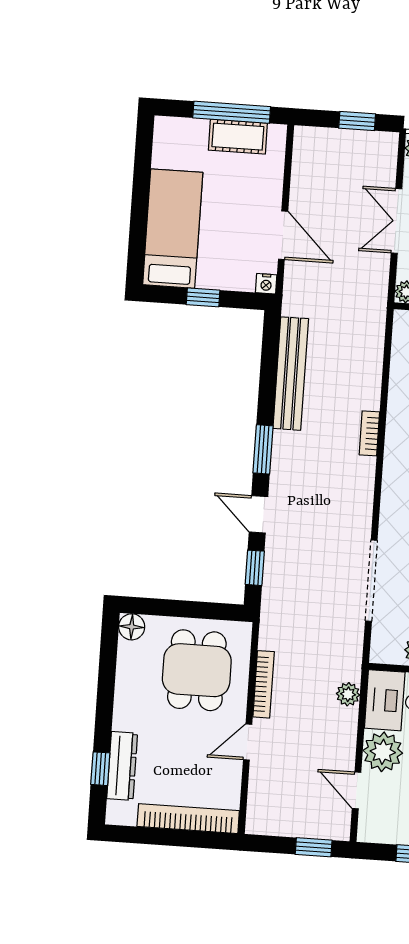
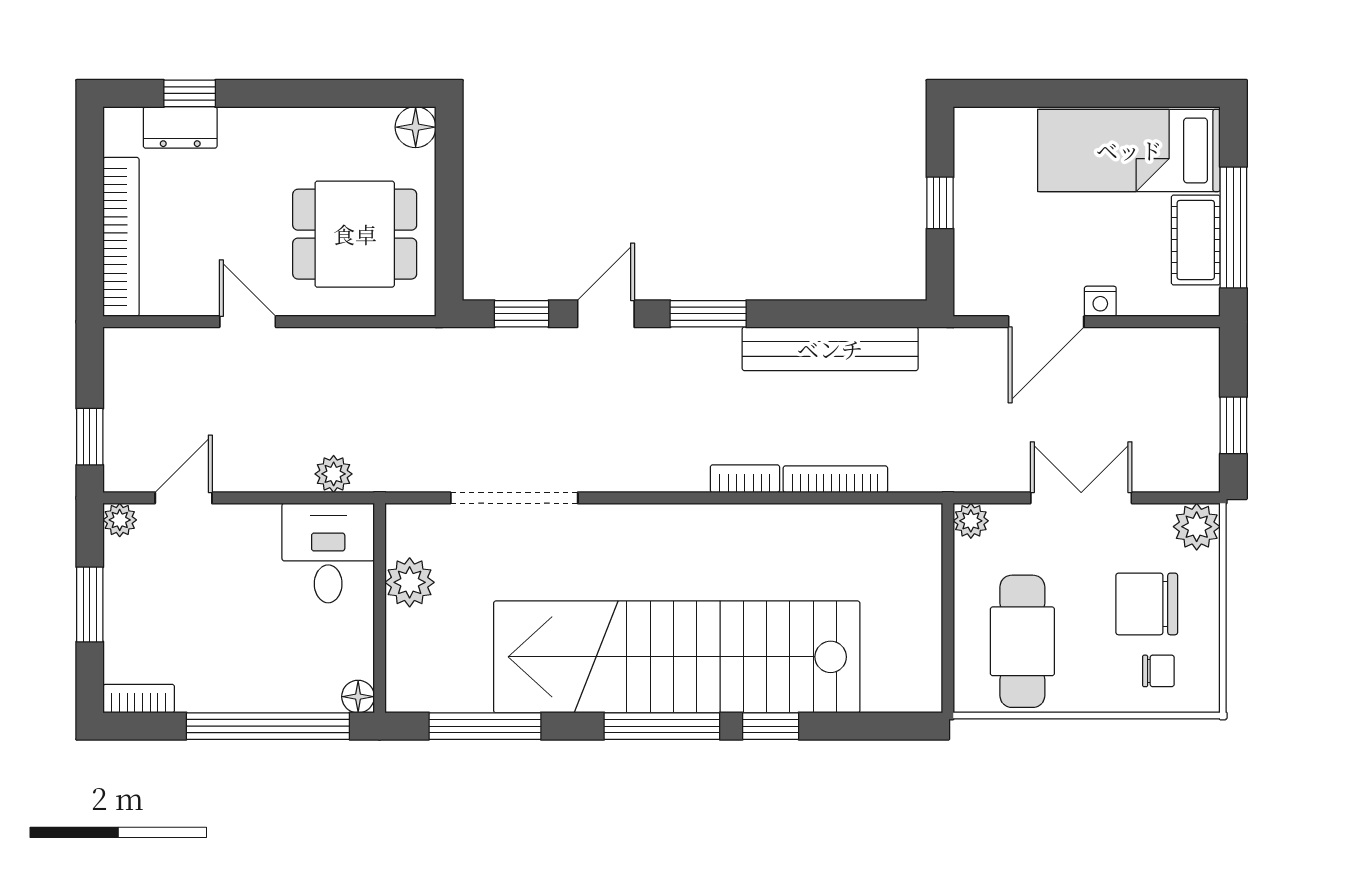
bed: (173, 229) -> (1129, 150), moved, turned 180
nightstand: (266, 284) -> (1100, 301), moved, turned -90
bookcase: (264, 684) -> (835, 479), moved, turned 180
plant: (383, 752) -> (120, 520), moved, width x0.53, depth x0.53
dresser: (122, 766) -> (180, 127), width x0.70

